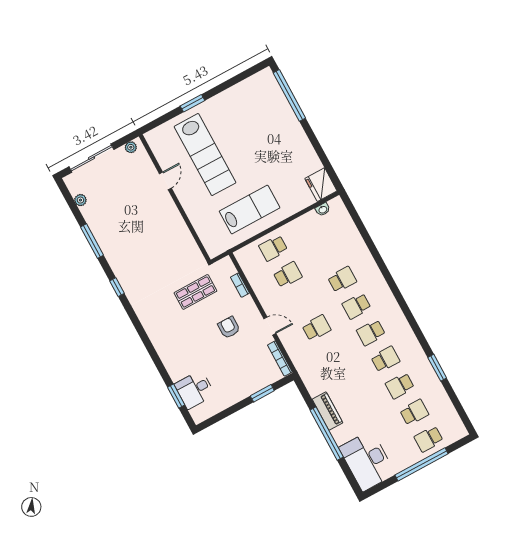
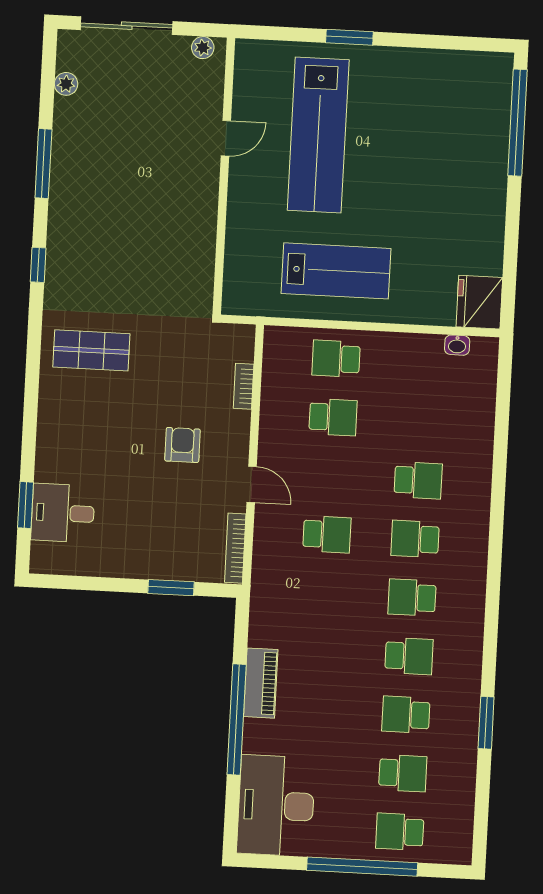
shop shelf: (195, 292) -> (91, 350), moved

